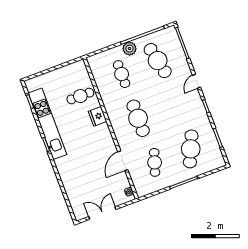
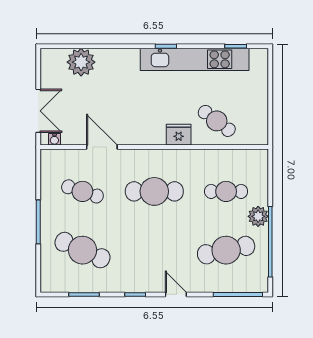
cafe table: (80, 96) -> (217, 121), turned -53
plant: (75, 193) -> (81, 62), added
double door: (102, 213) -> (38, 111), moved

